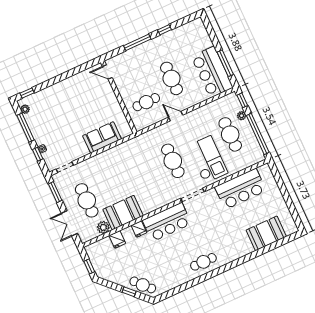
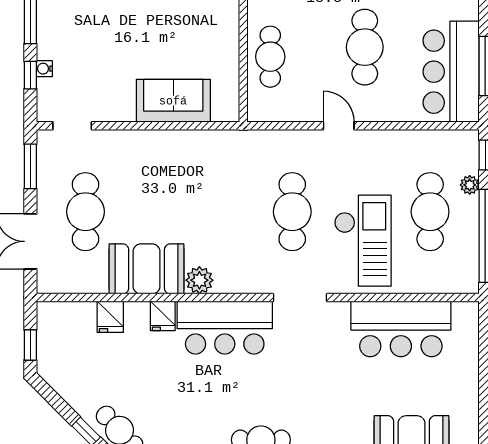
cafe table: (146, 102) -> (270, 57), moved, turned 90
plant: (103, 227) -> (199, 280), moved

